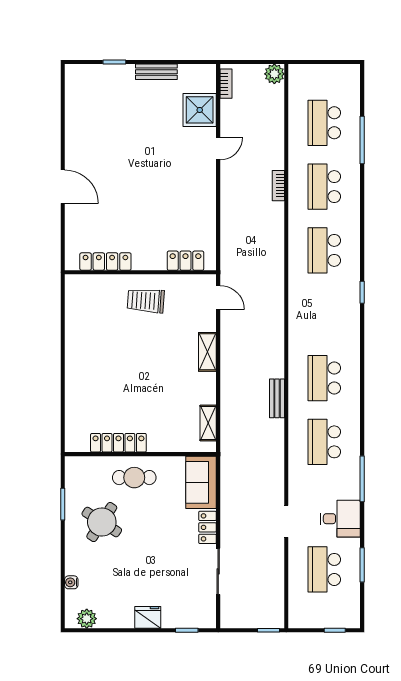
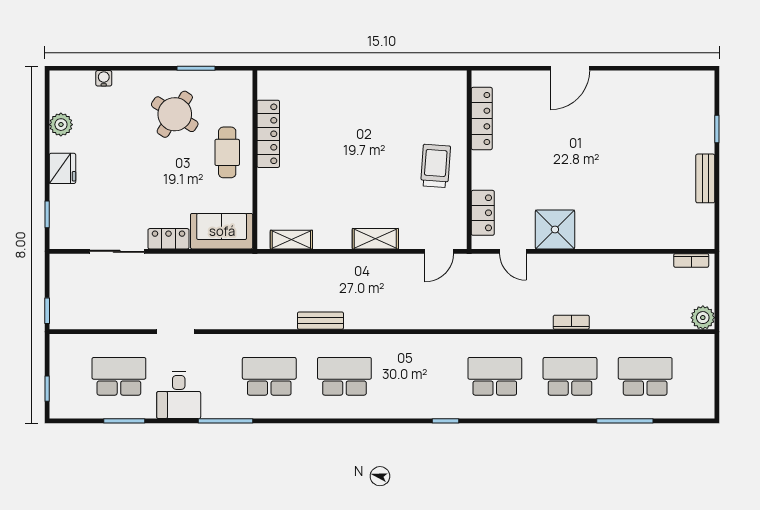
shower: (200, 110) -> (555, 230), moved
door: (218, 148) -> (513, 251), moved
plant: (87, 619) -> (61, 125), moved

